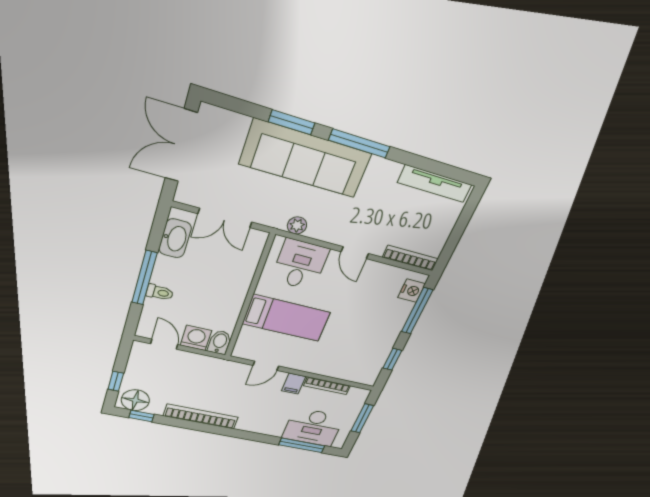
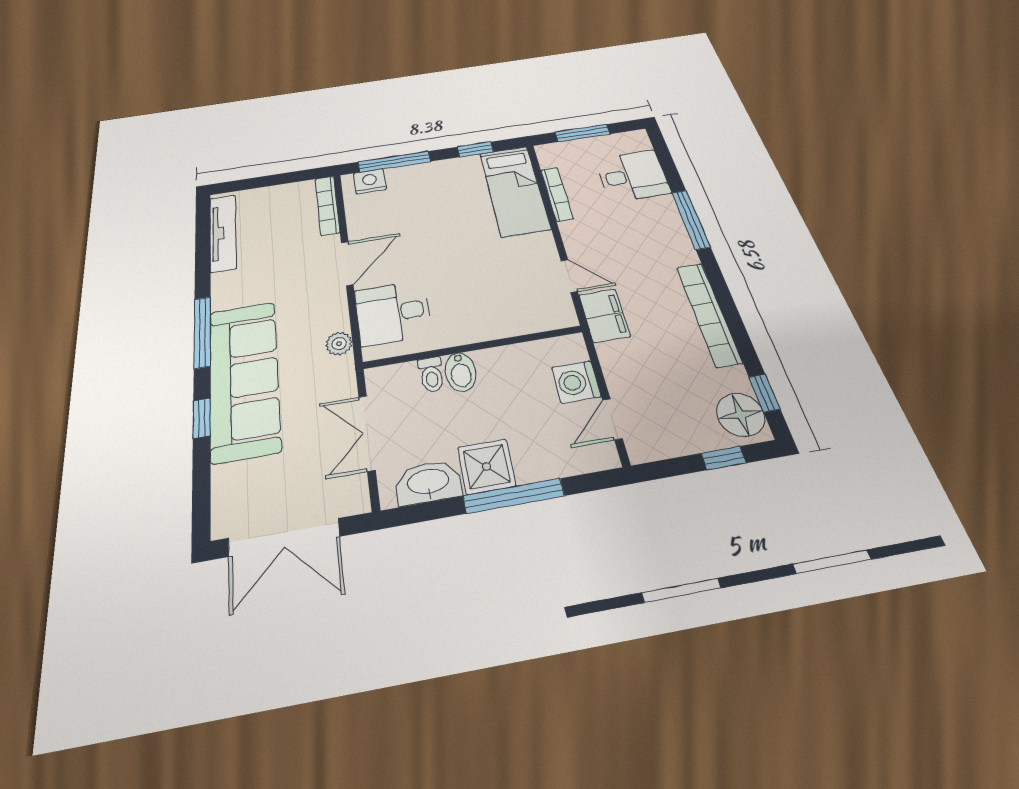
window: (292, 122) -> (202, 418), width x0.67
double door: (225, 218) -> (367, 433), swing flipped
door: (355, 253) -> (347, 263), width x1.38
shower: (169, 272) -> (486, 467), added
toilet: (160, 292) -> (431, 375), moved, turned 180
bed: (286, 318) -> (515, 190), moved, turned 180
bidet: (220, 342) -> (461, 372), moved, turned -90
filing cabinet: (294, 384) -> (604, 316), moved, width x2.00
desk: (313, 427) -> (632, 176), width x0.73
window: (302, 445) -> (691, 219), moved

